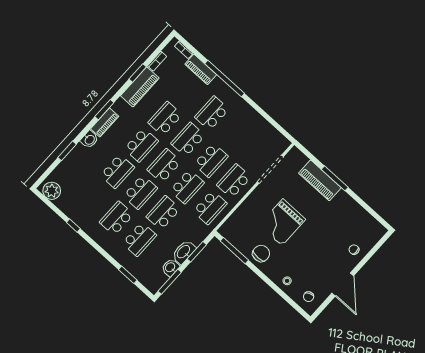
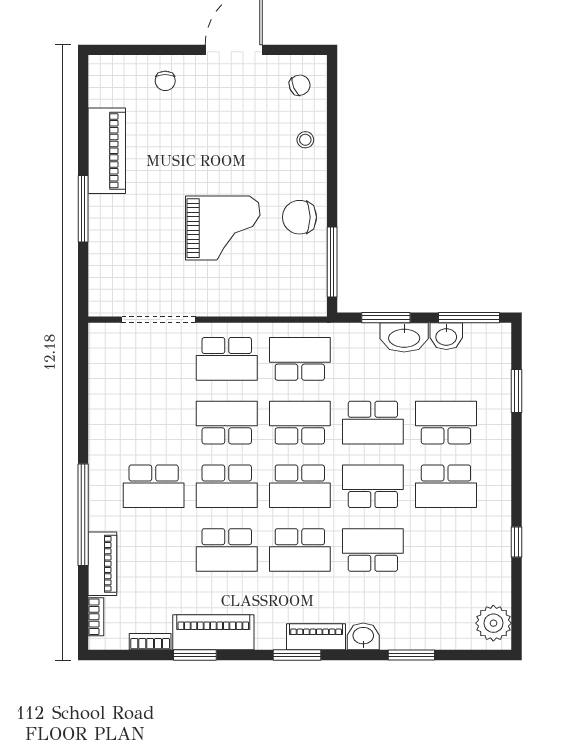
school desk: (141, 145) -> (300, 550), turned 180
piano: (320, 180) -> (107, 151), moved

